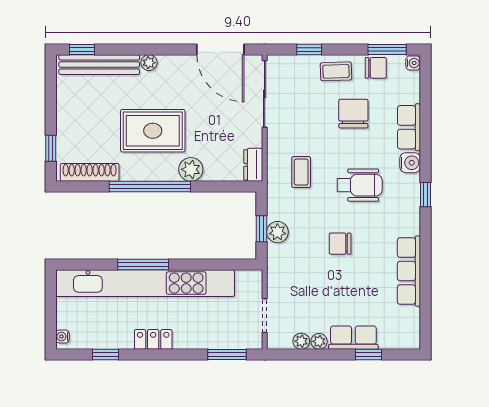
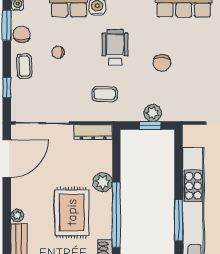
chair: (353, 114) -> (58, 52), width x0.54, depth x0.54
dresser: (253, 165) -> (93, 132), width x1.44

